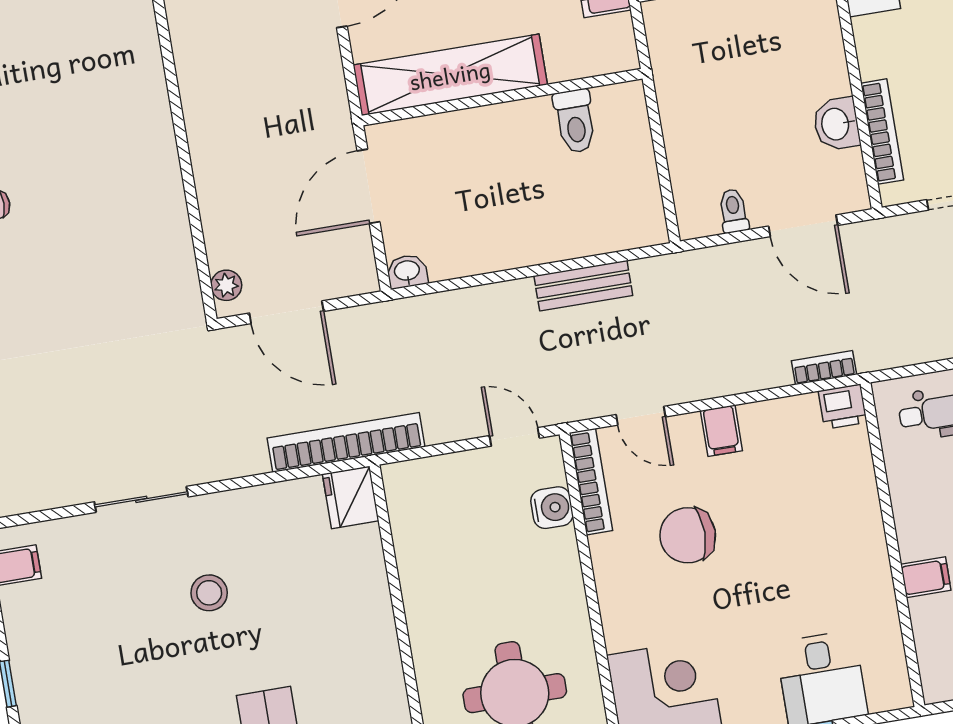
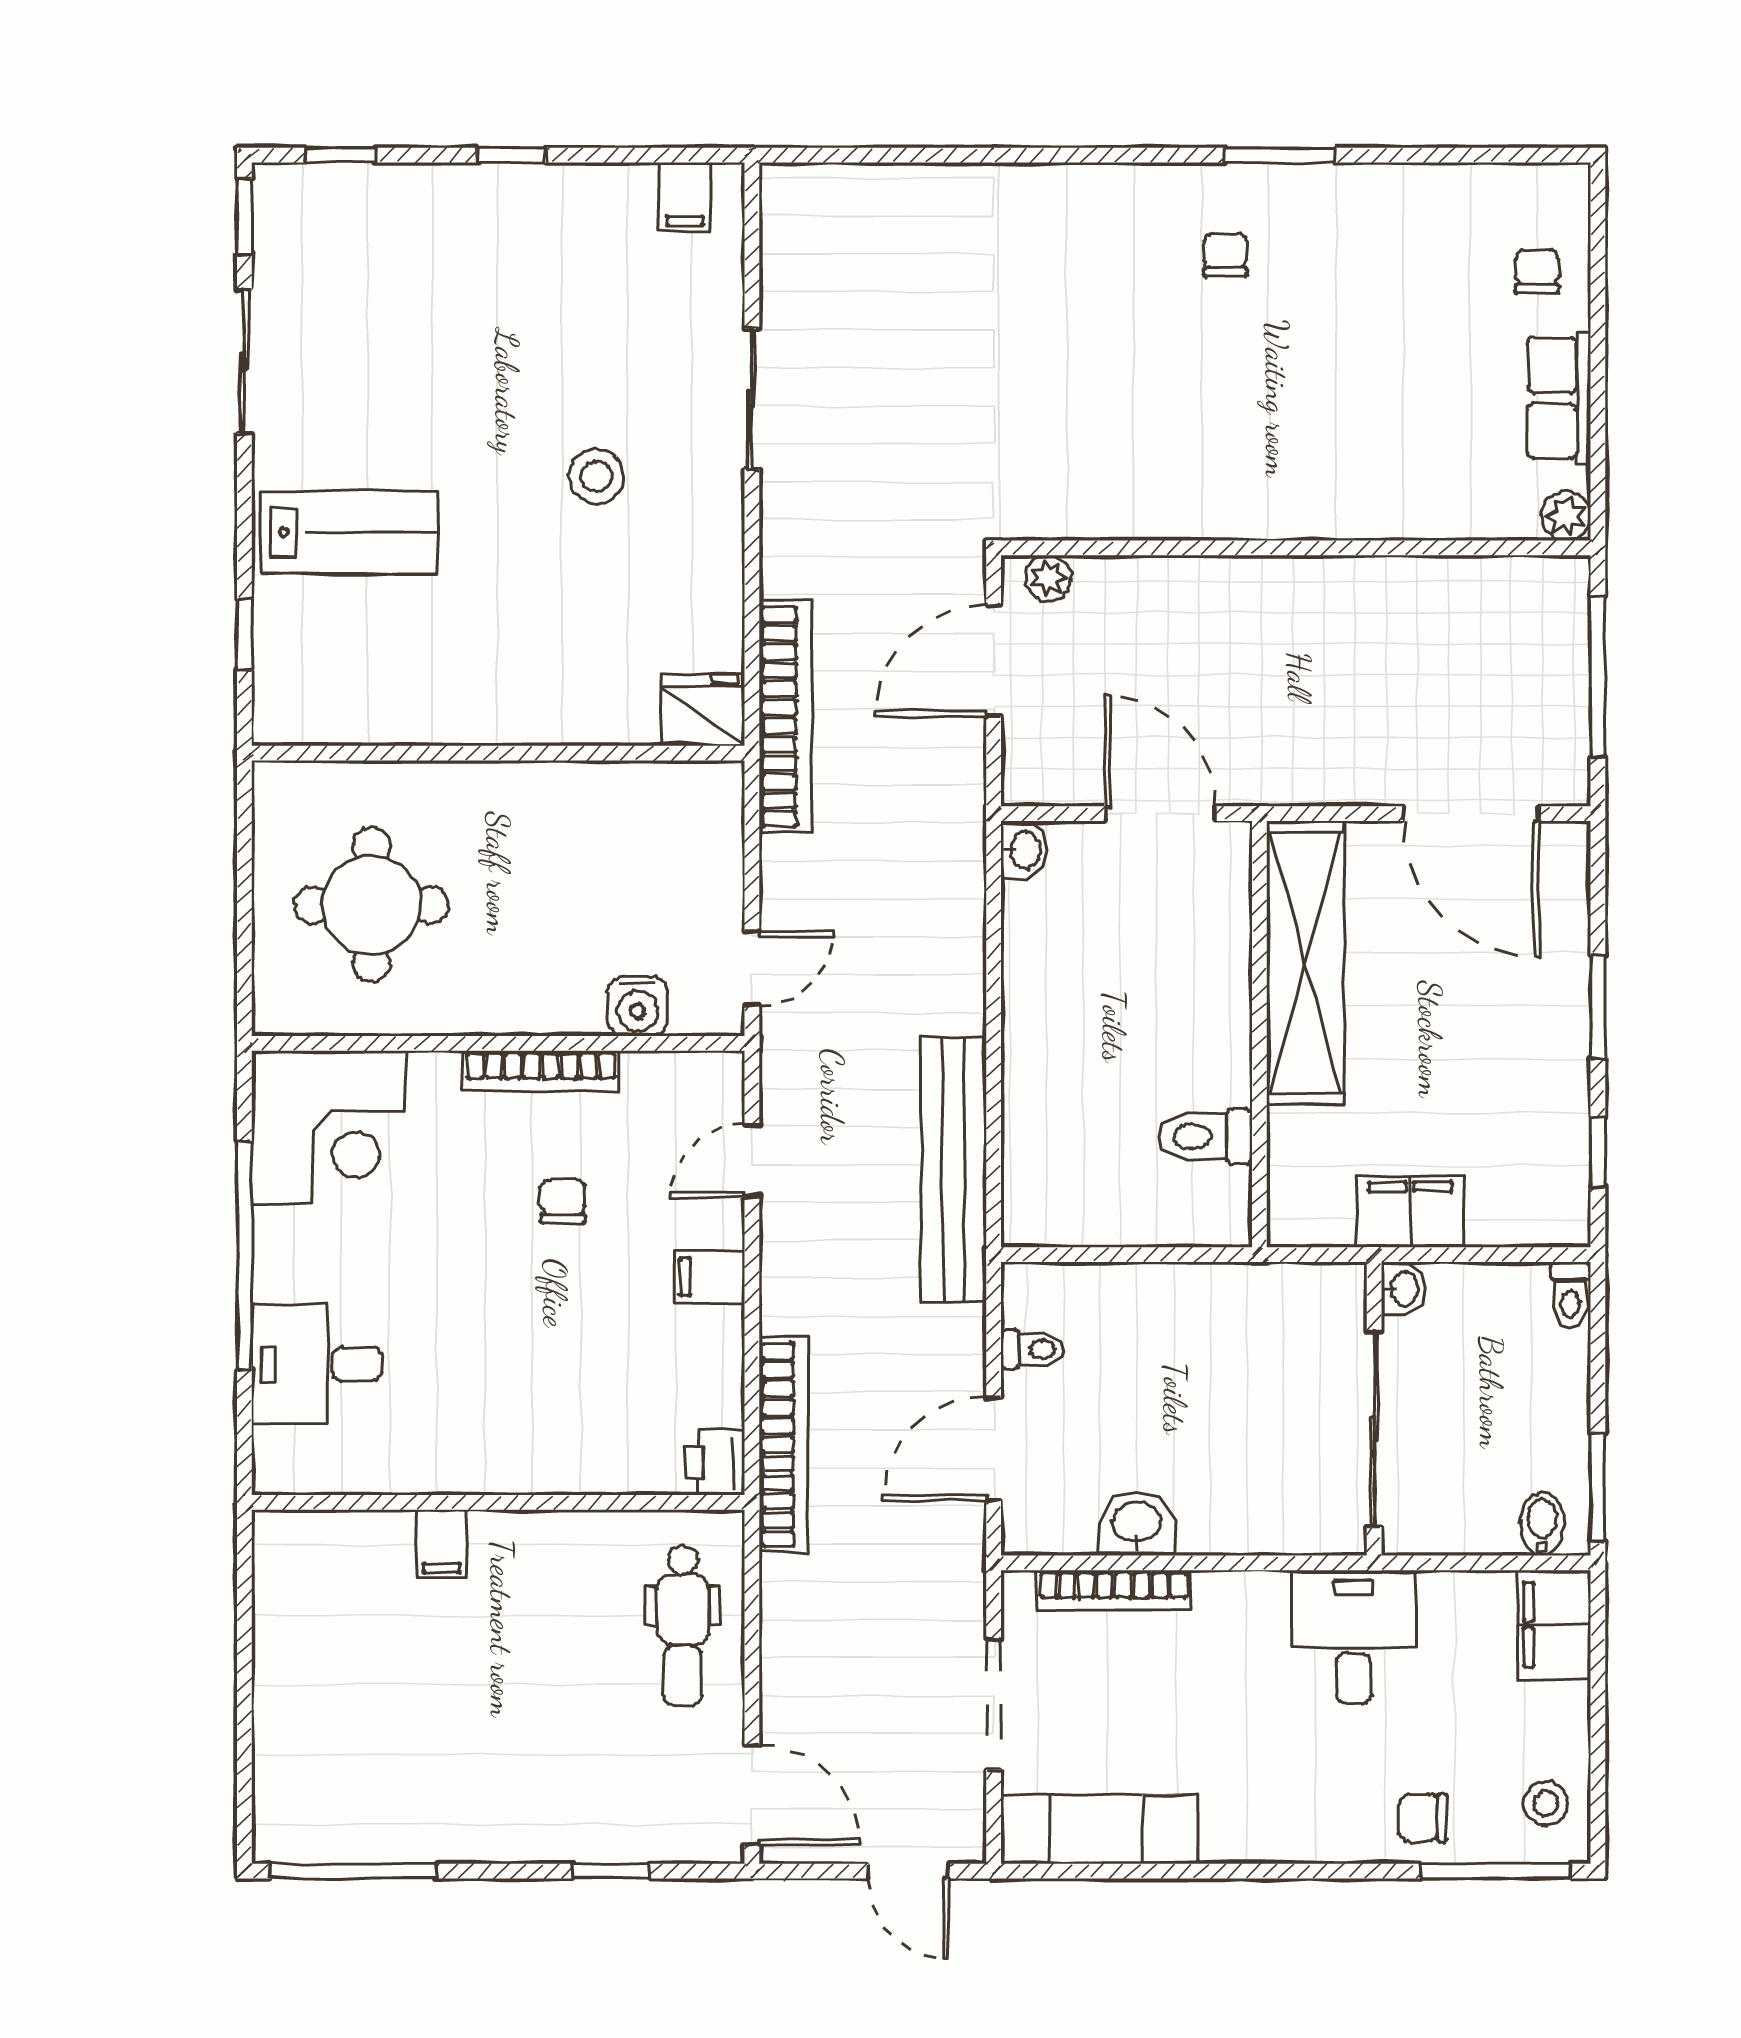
bench: (583, 286) -> (953, 1169), width x1.86, depth x1.21
bookcase: (824, 368) -> (784, 1445), width x2.31, depth x1.31
bookcase: (591, 482) -> (541, 1071), moved
chair: (688, 535) -> (563, 1201), width x0.54, depth x0.54

